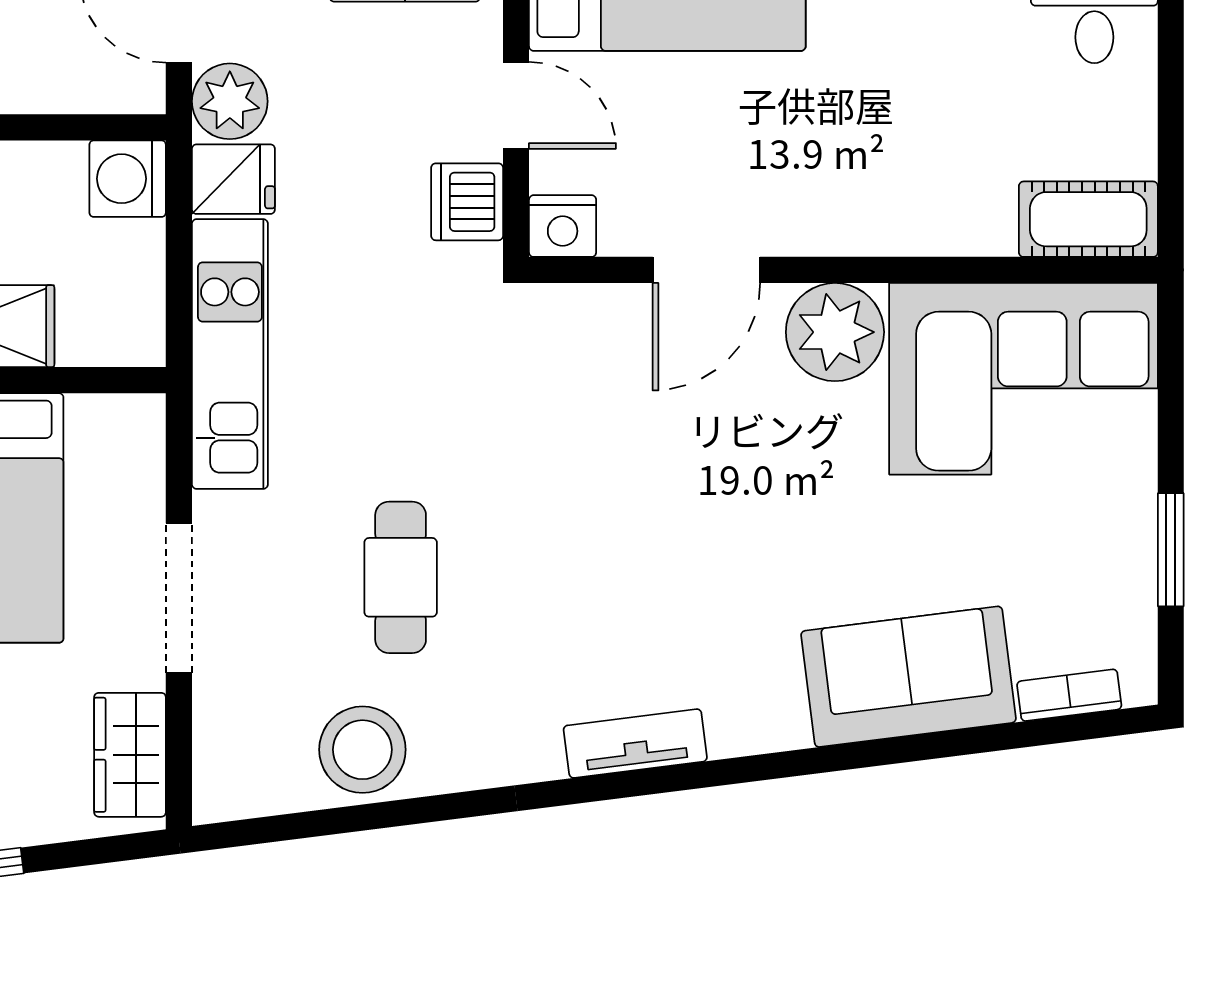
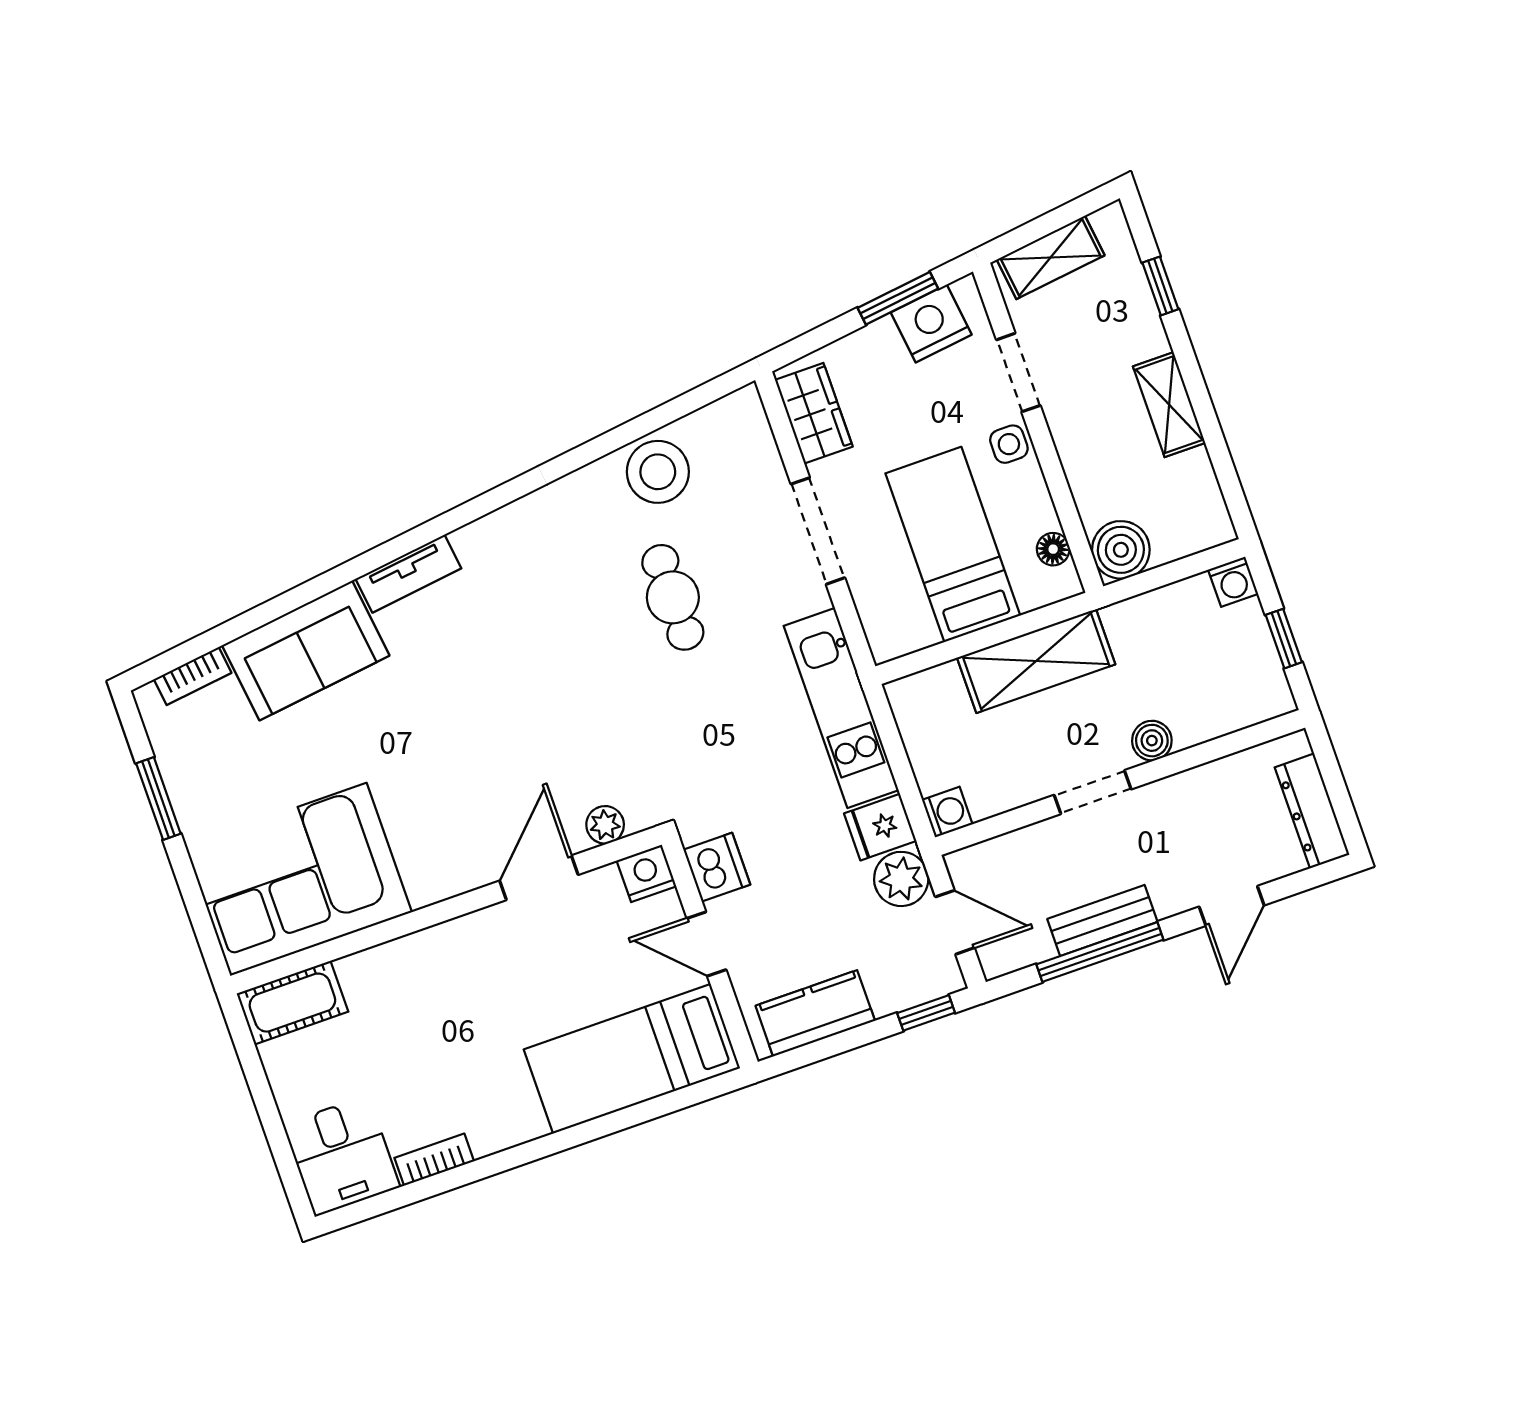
washing machine: (128, 179) -> (947, 812), width x0.73, depth x0.73
plant: (835, 332) -> (605, 825), moved, width x0.53, depth x0.53
tv unit: (635, 743) -> (408, 574), moved

